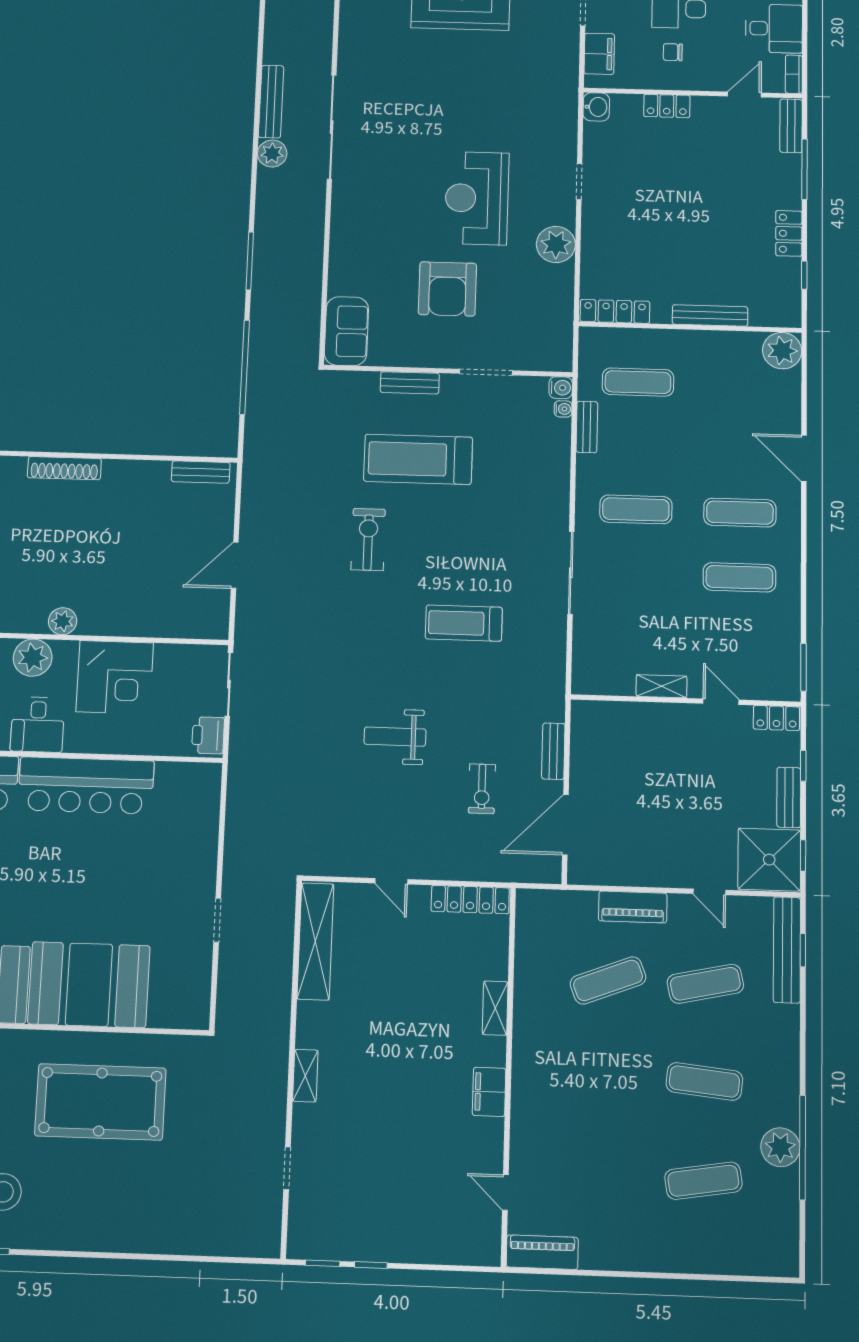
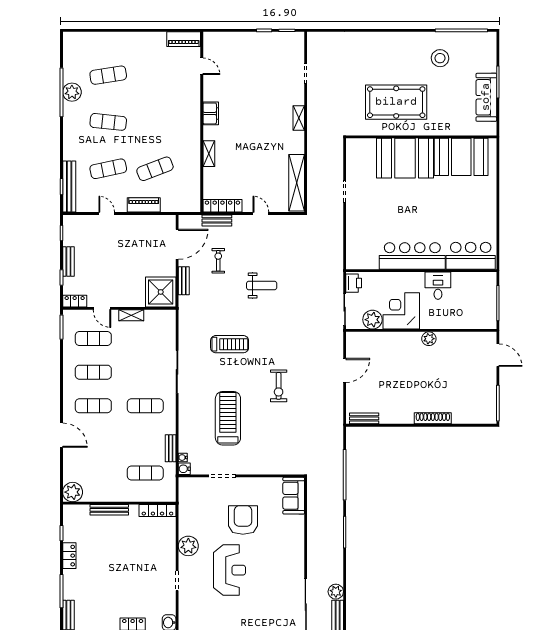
bench: (410, 383) -> (217, 220), moved
treadmill: (418, 459) -> (228, 418), moved, turned -90
exercise mat: (739, 643) -> (93, 339), added
plant: (33, 658) -> (372, 320), moved
shower: (769, 860) -> (161, 292), moved

